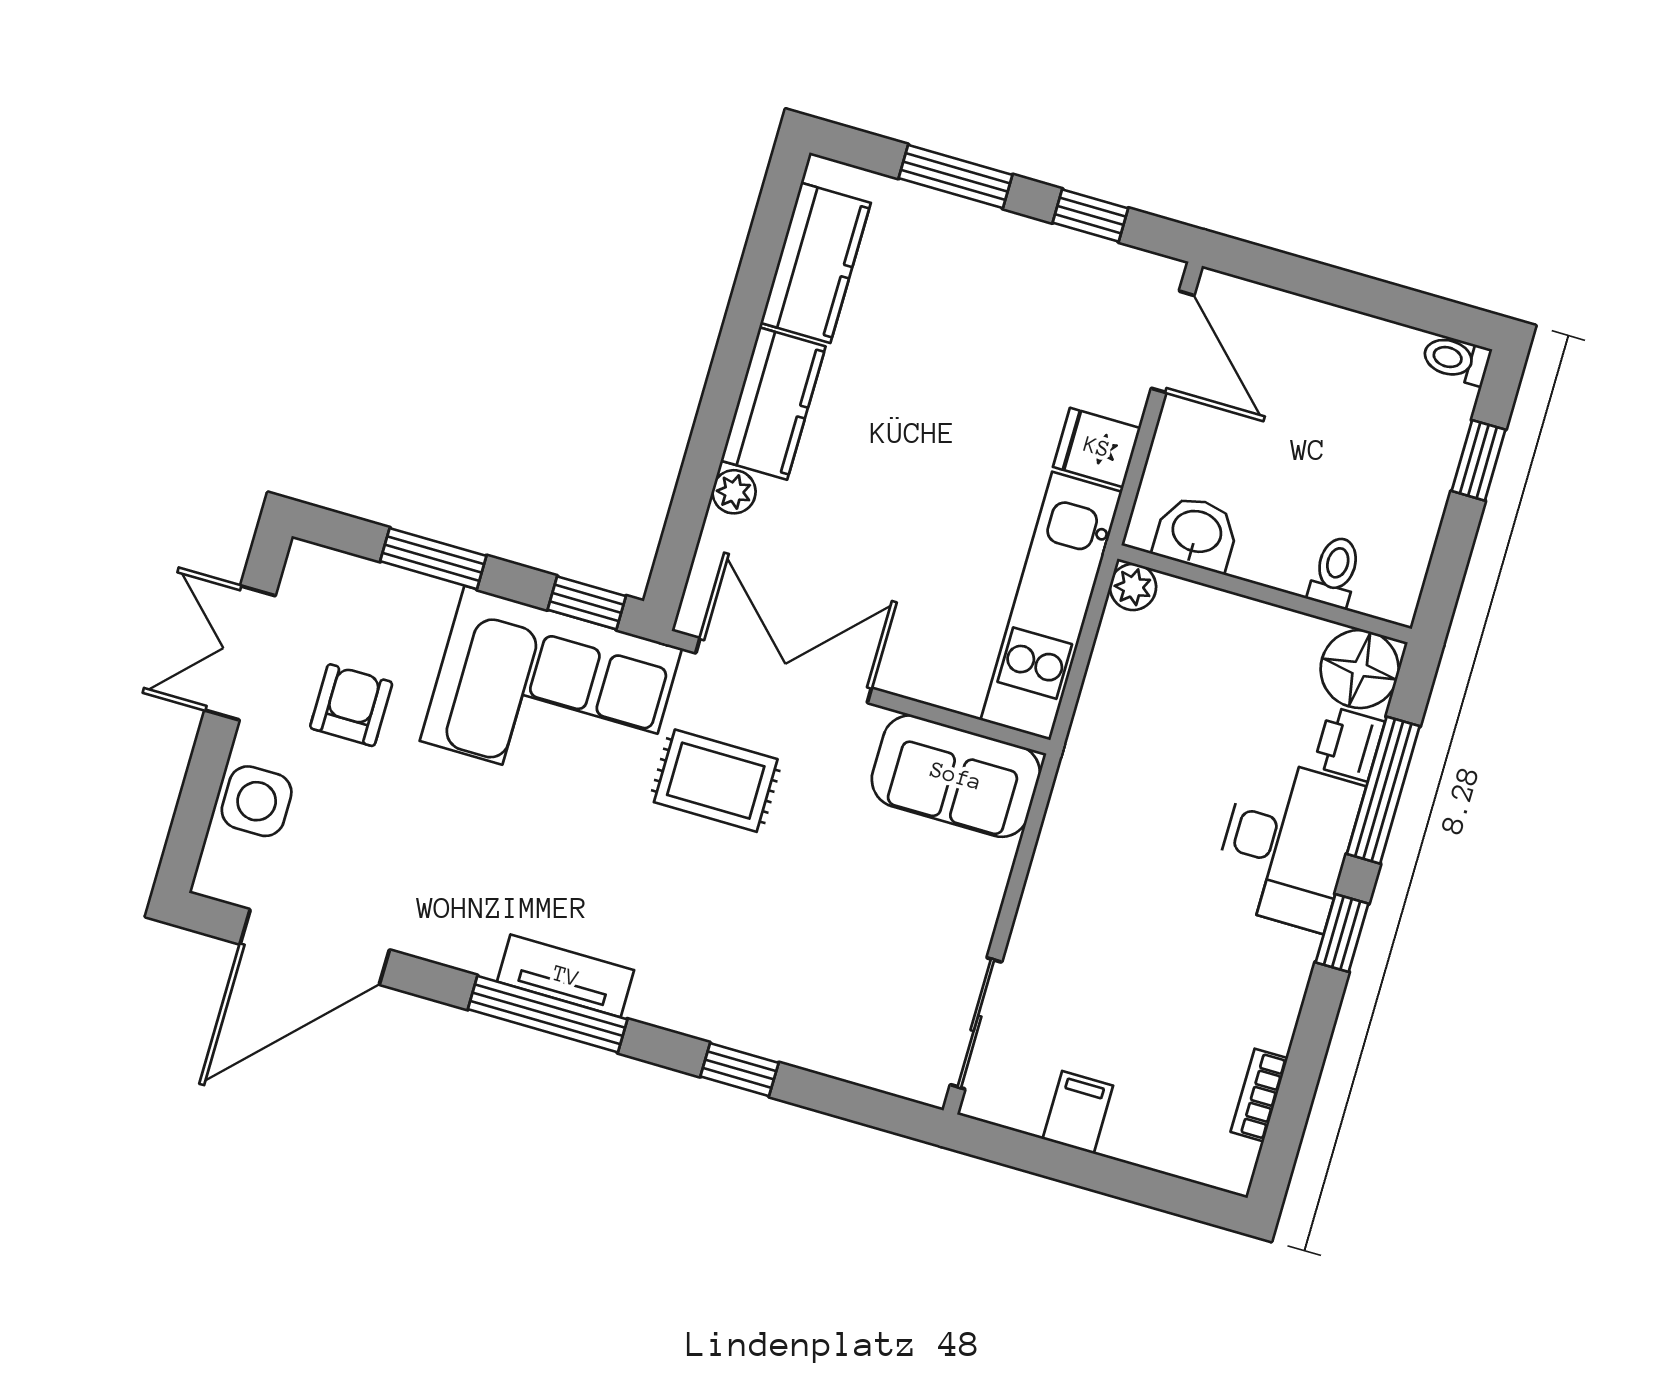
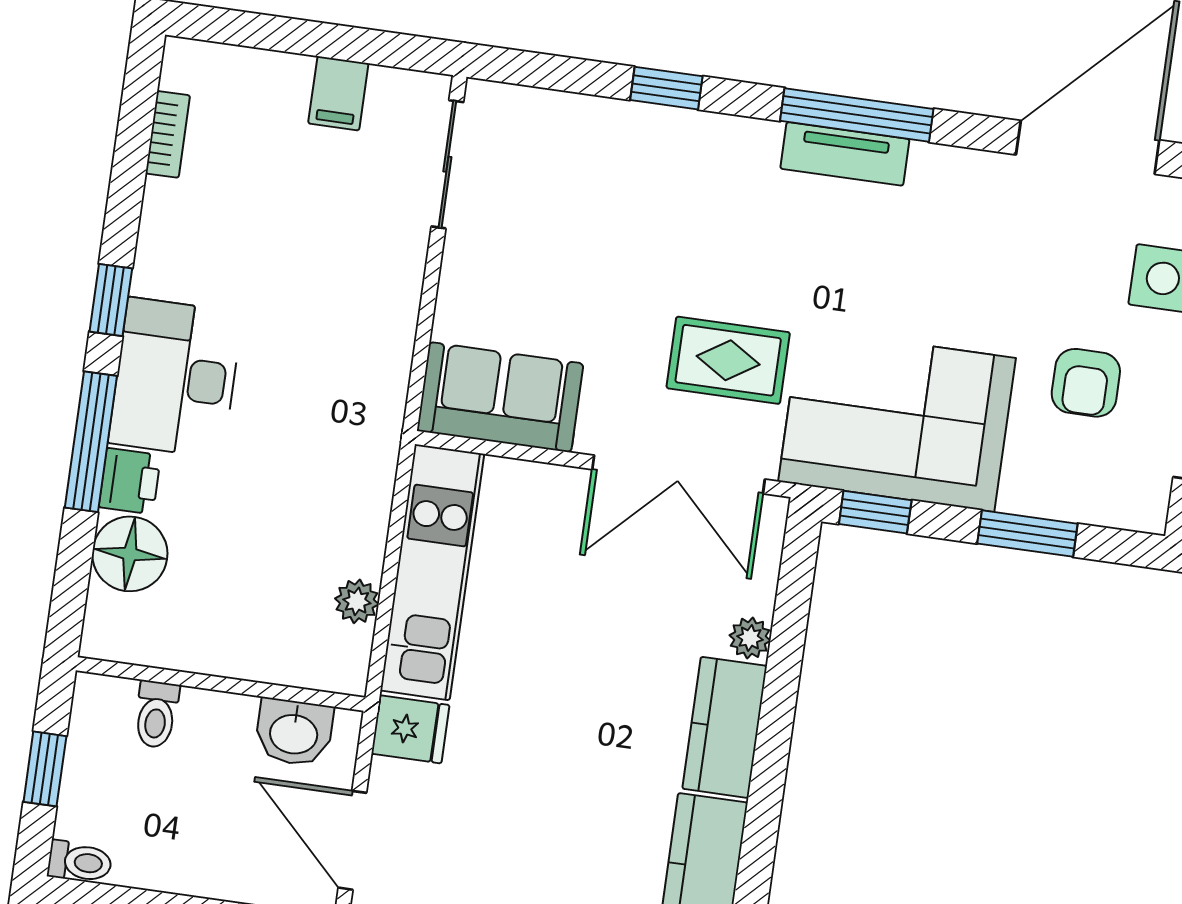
washbasin: (1196, 533) -> (294, 732), moved
toilet: (1335, 572) -> (156, 714), moved
wall: (1265, 594) -> (221, 684), moved

